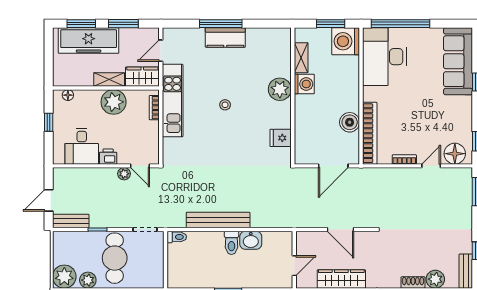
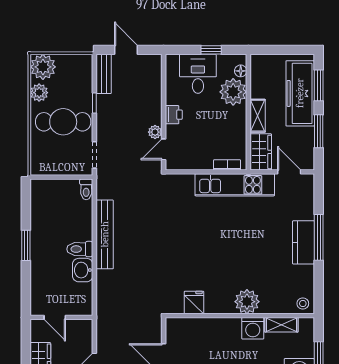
plant: (114, 102) -> (233, 92), moved
stool: (225, 105) -> (303, 304), moved
desk: (82, 146) -> (198, 74), moved, turned 90

